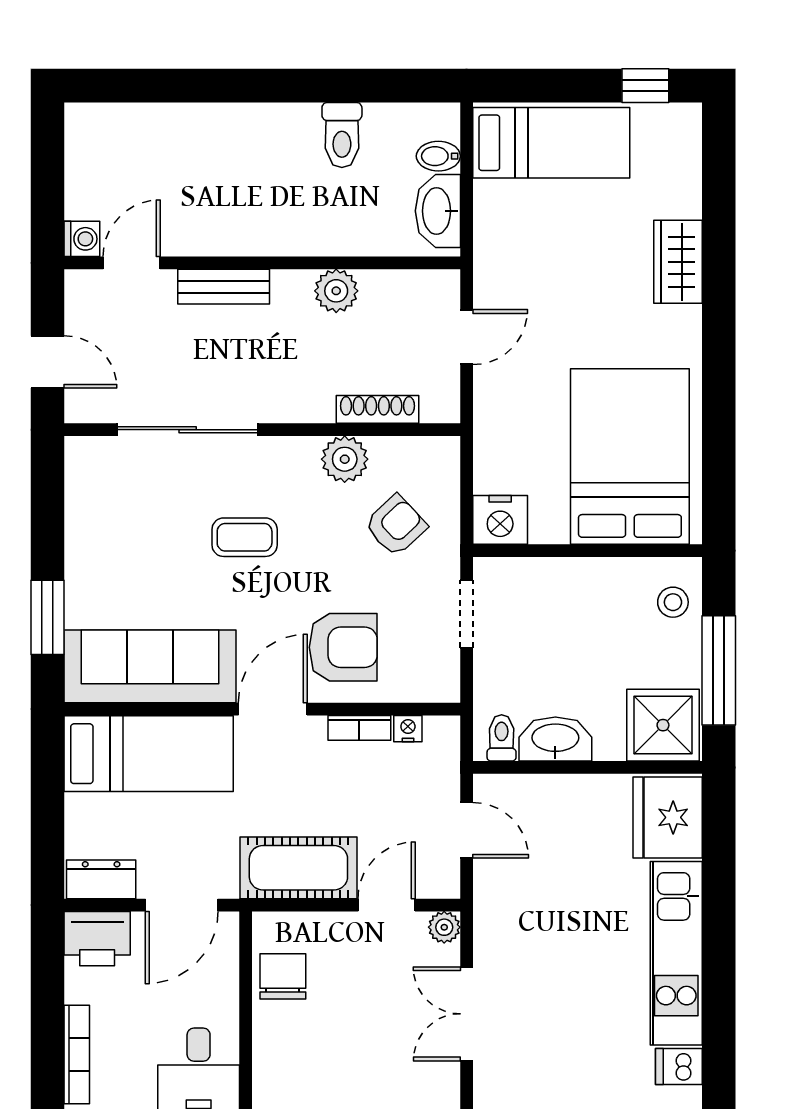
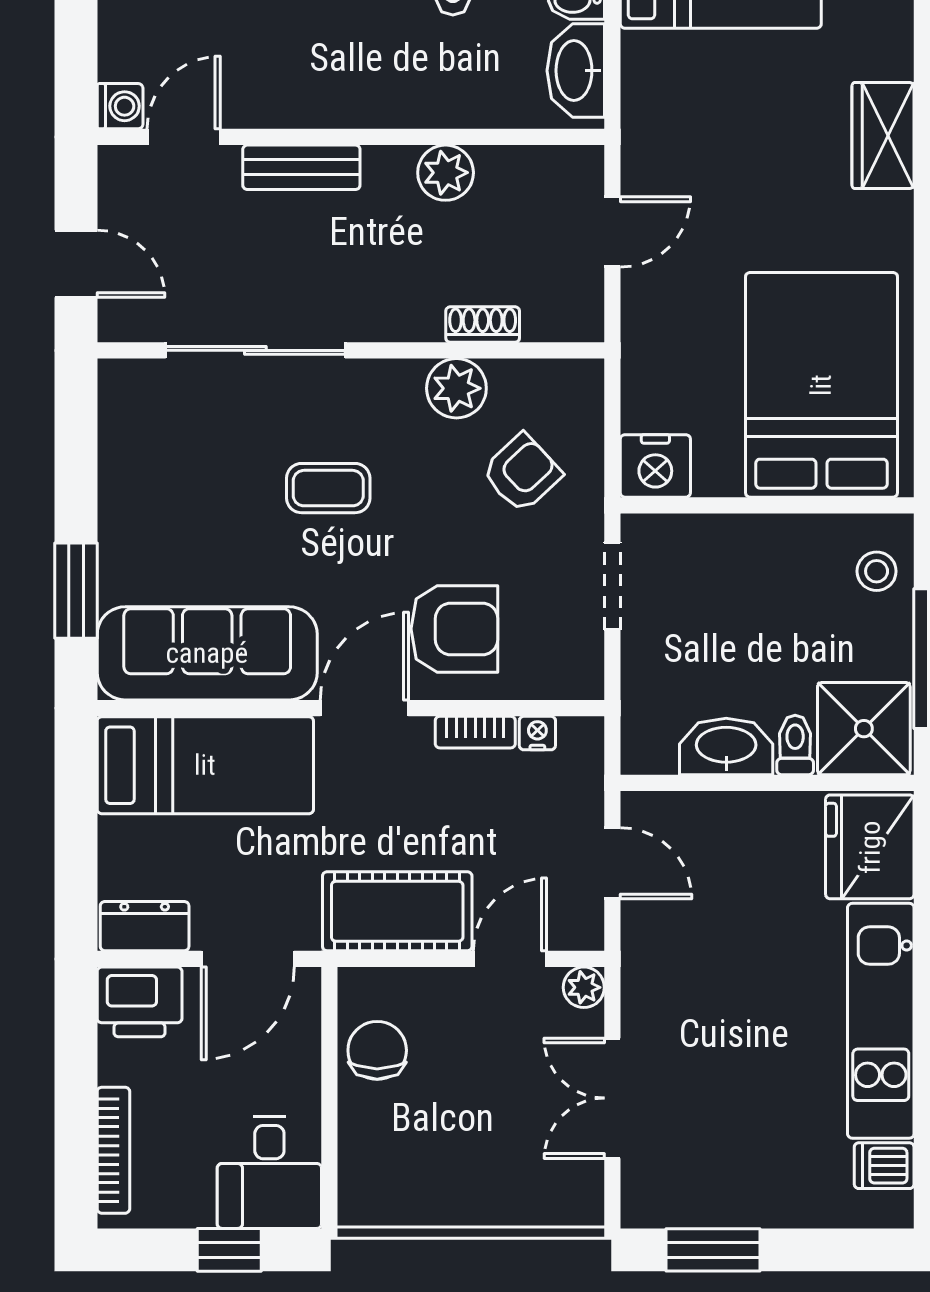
shoe rack: (378, 409) -> (483, 325), width x0.70
toilet: (502, 738) -> (795, 745), moved

